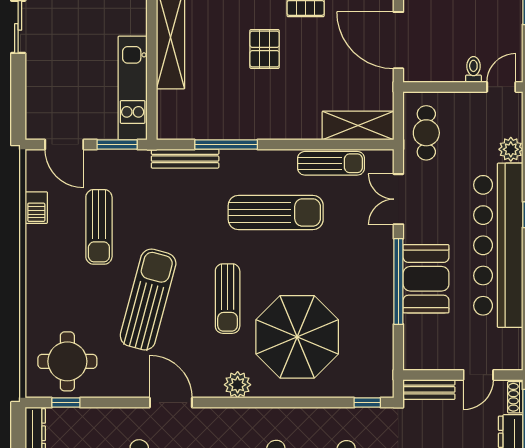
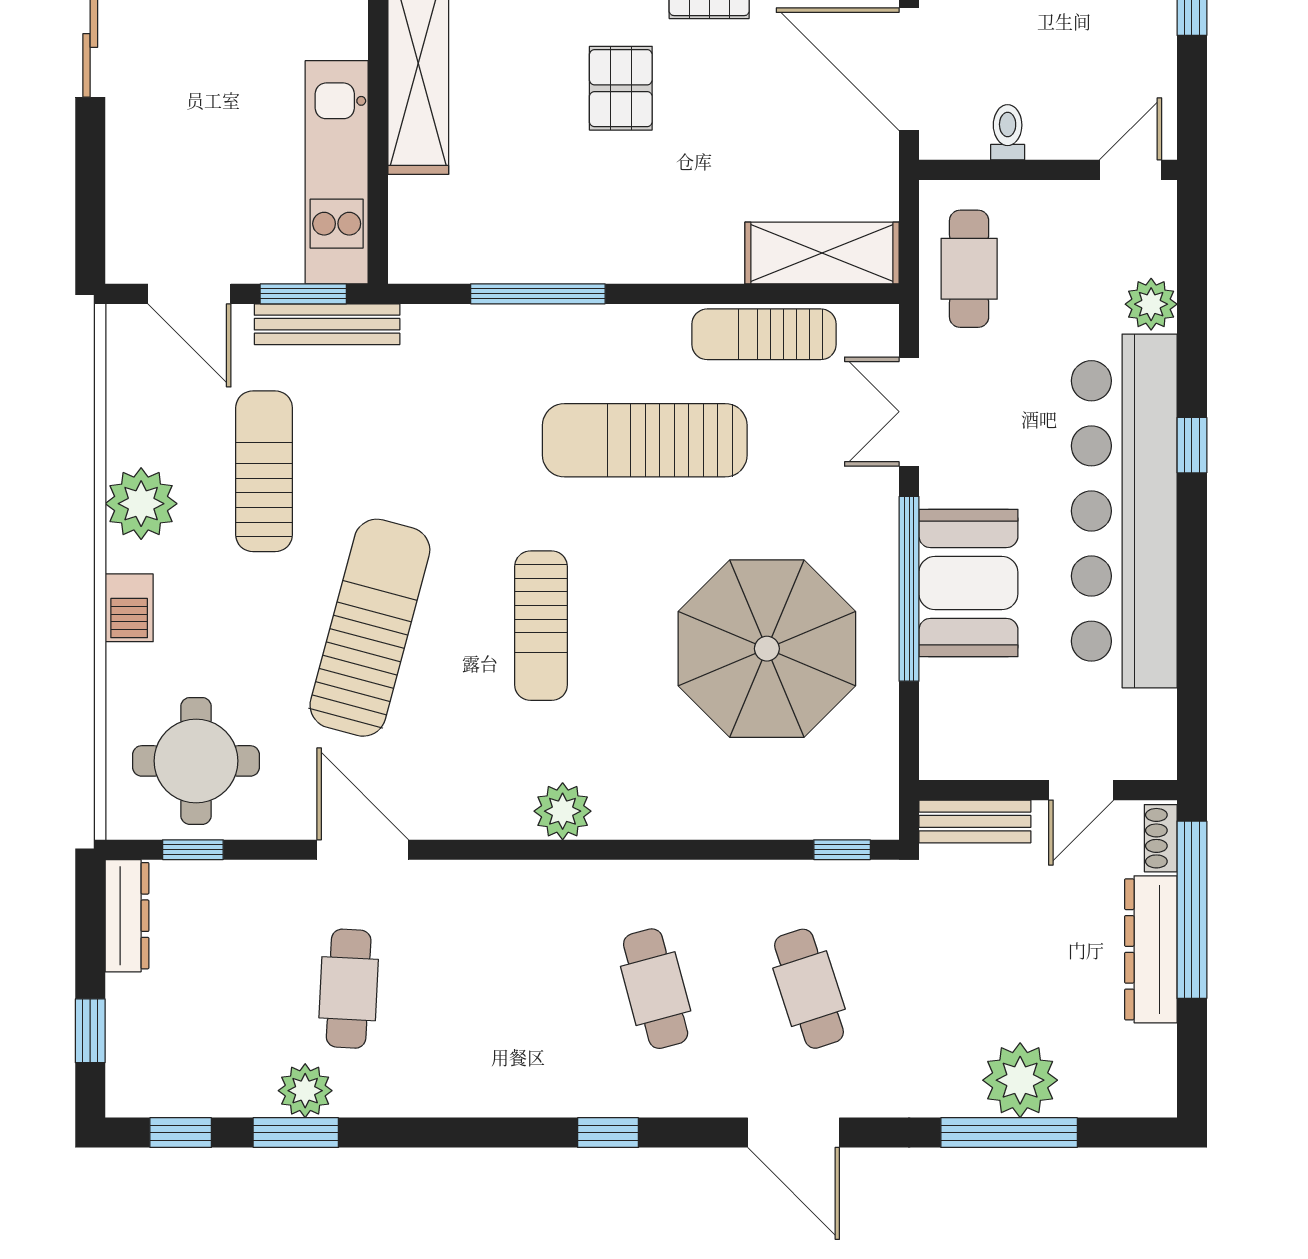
toilet: (473, 69) -> (1008, 132), moved
bench: (185, 159) -> (327, 324), moved
sun lounger: (331, 163) -> (764, 334), turned 180
barbecue: (36, 208) -> (129, 608), moved
sun lounger: (276, 212) -> (645, 440), turned 180
sun lounger: (99, 227) -> (264, 471), turned 180
plant: (42, 242) -> (141, 504), added
parasol: (297, 337) -> (767, 649), moved
door: (171, 403) -> (363, 850), moved

